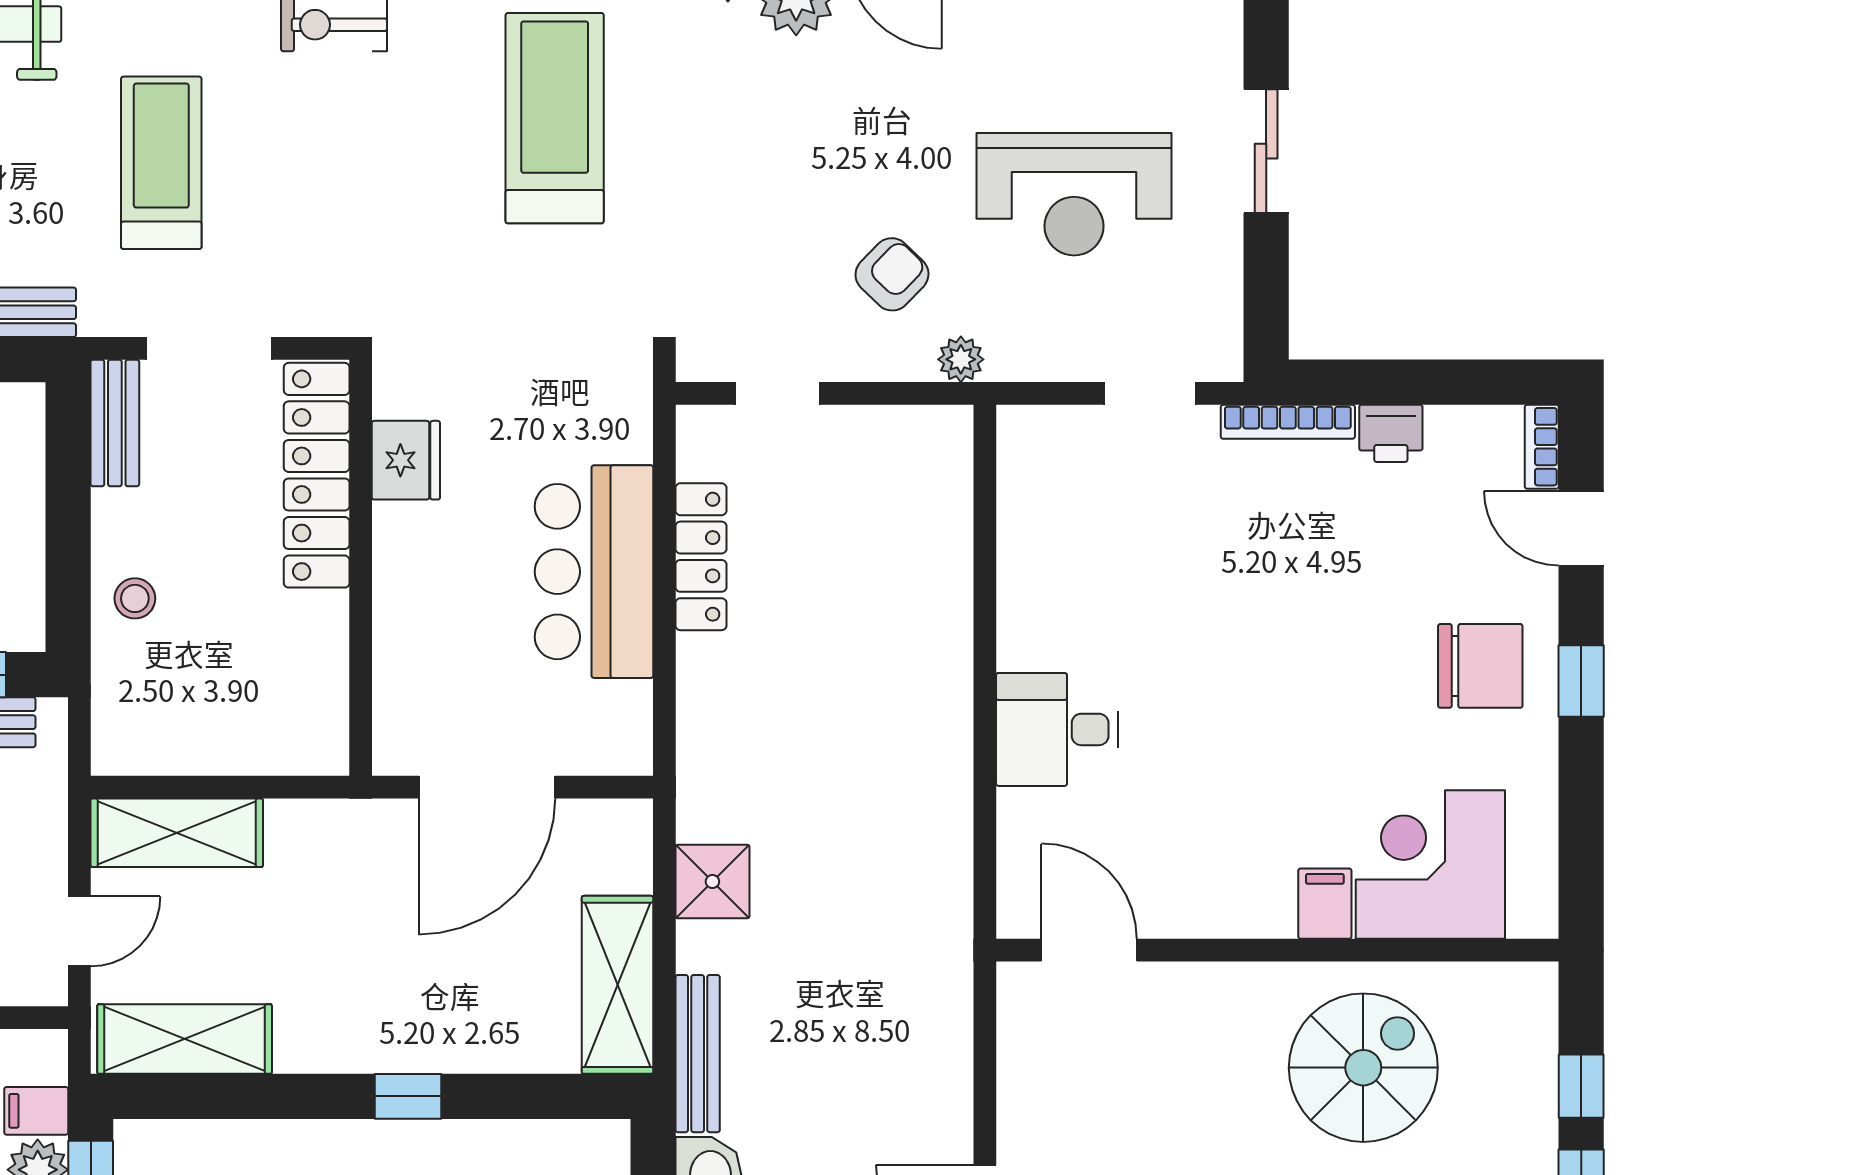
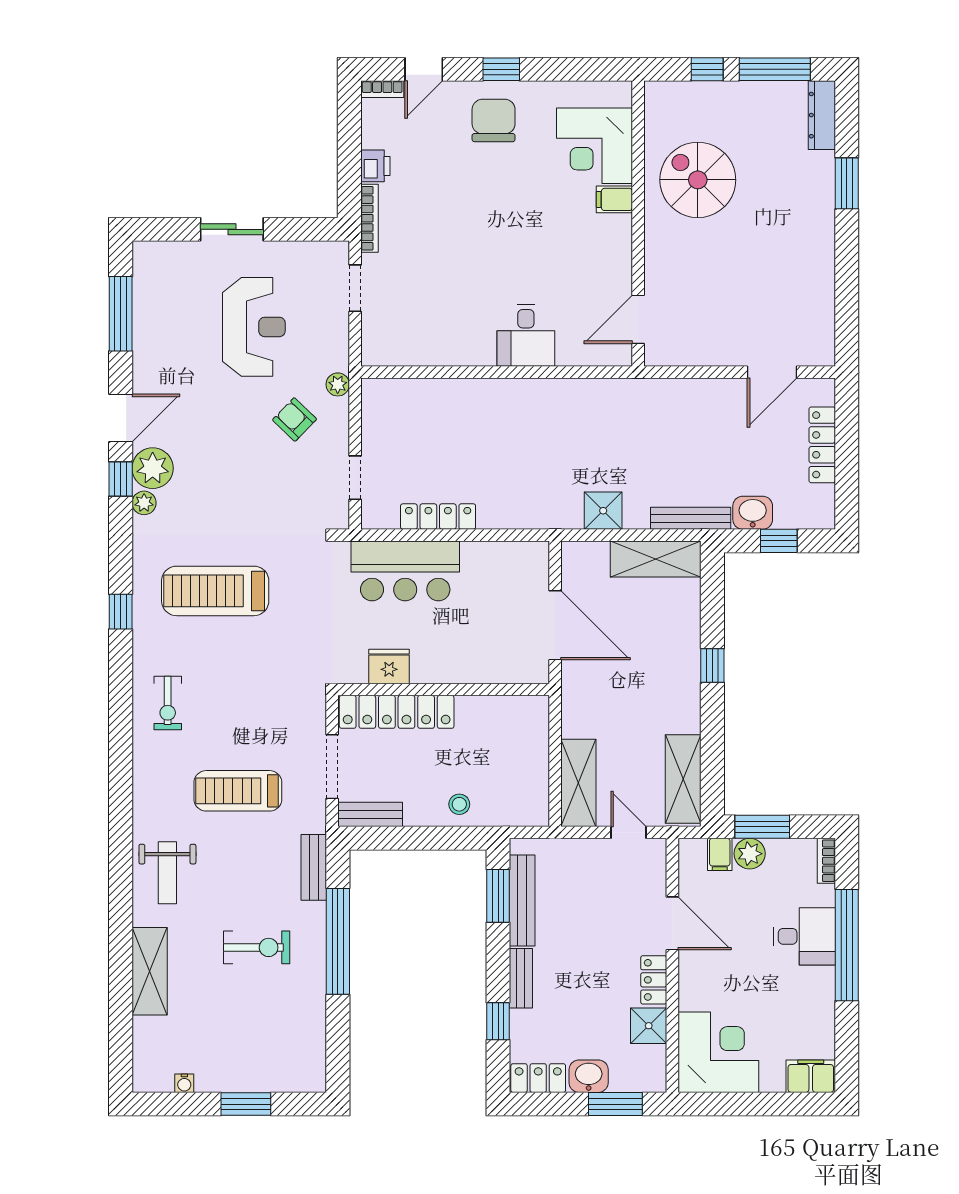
bar counter: (594, 572) -> (405, 571), moved

